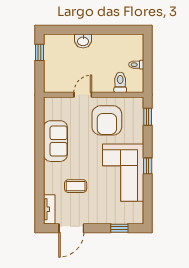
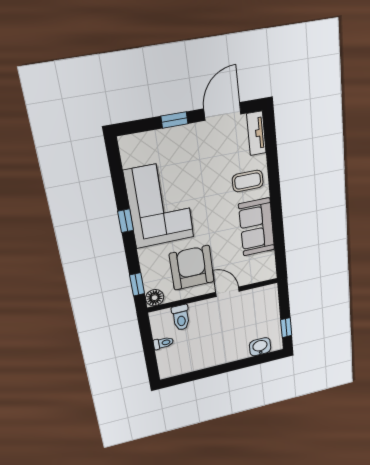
washbasin: (83, 41) -> (260, 347), moved
door: (83, 95) -> (227, 292), swing flipped
floor lamp: (137, 103) -> (155, 298), added
coffee table: (76, 186) -> (248, 181), moved
window: (119, 228) -> (174, 120), moved

